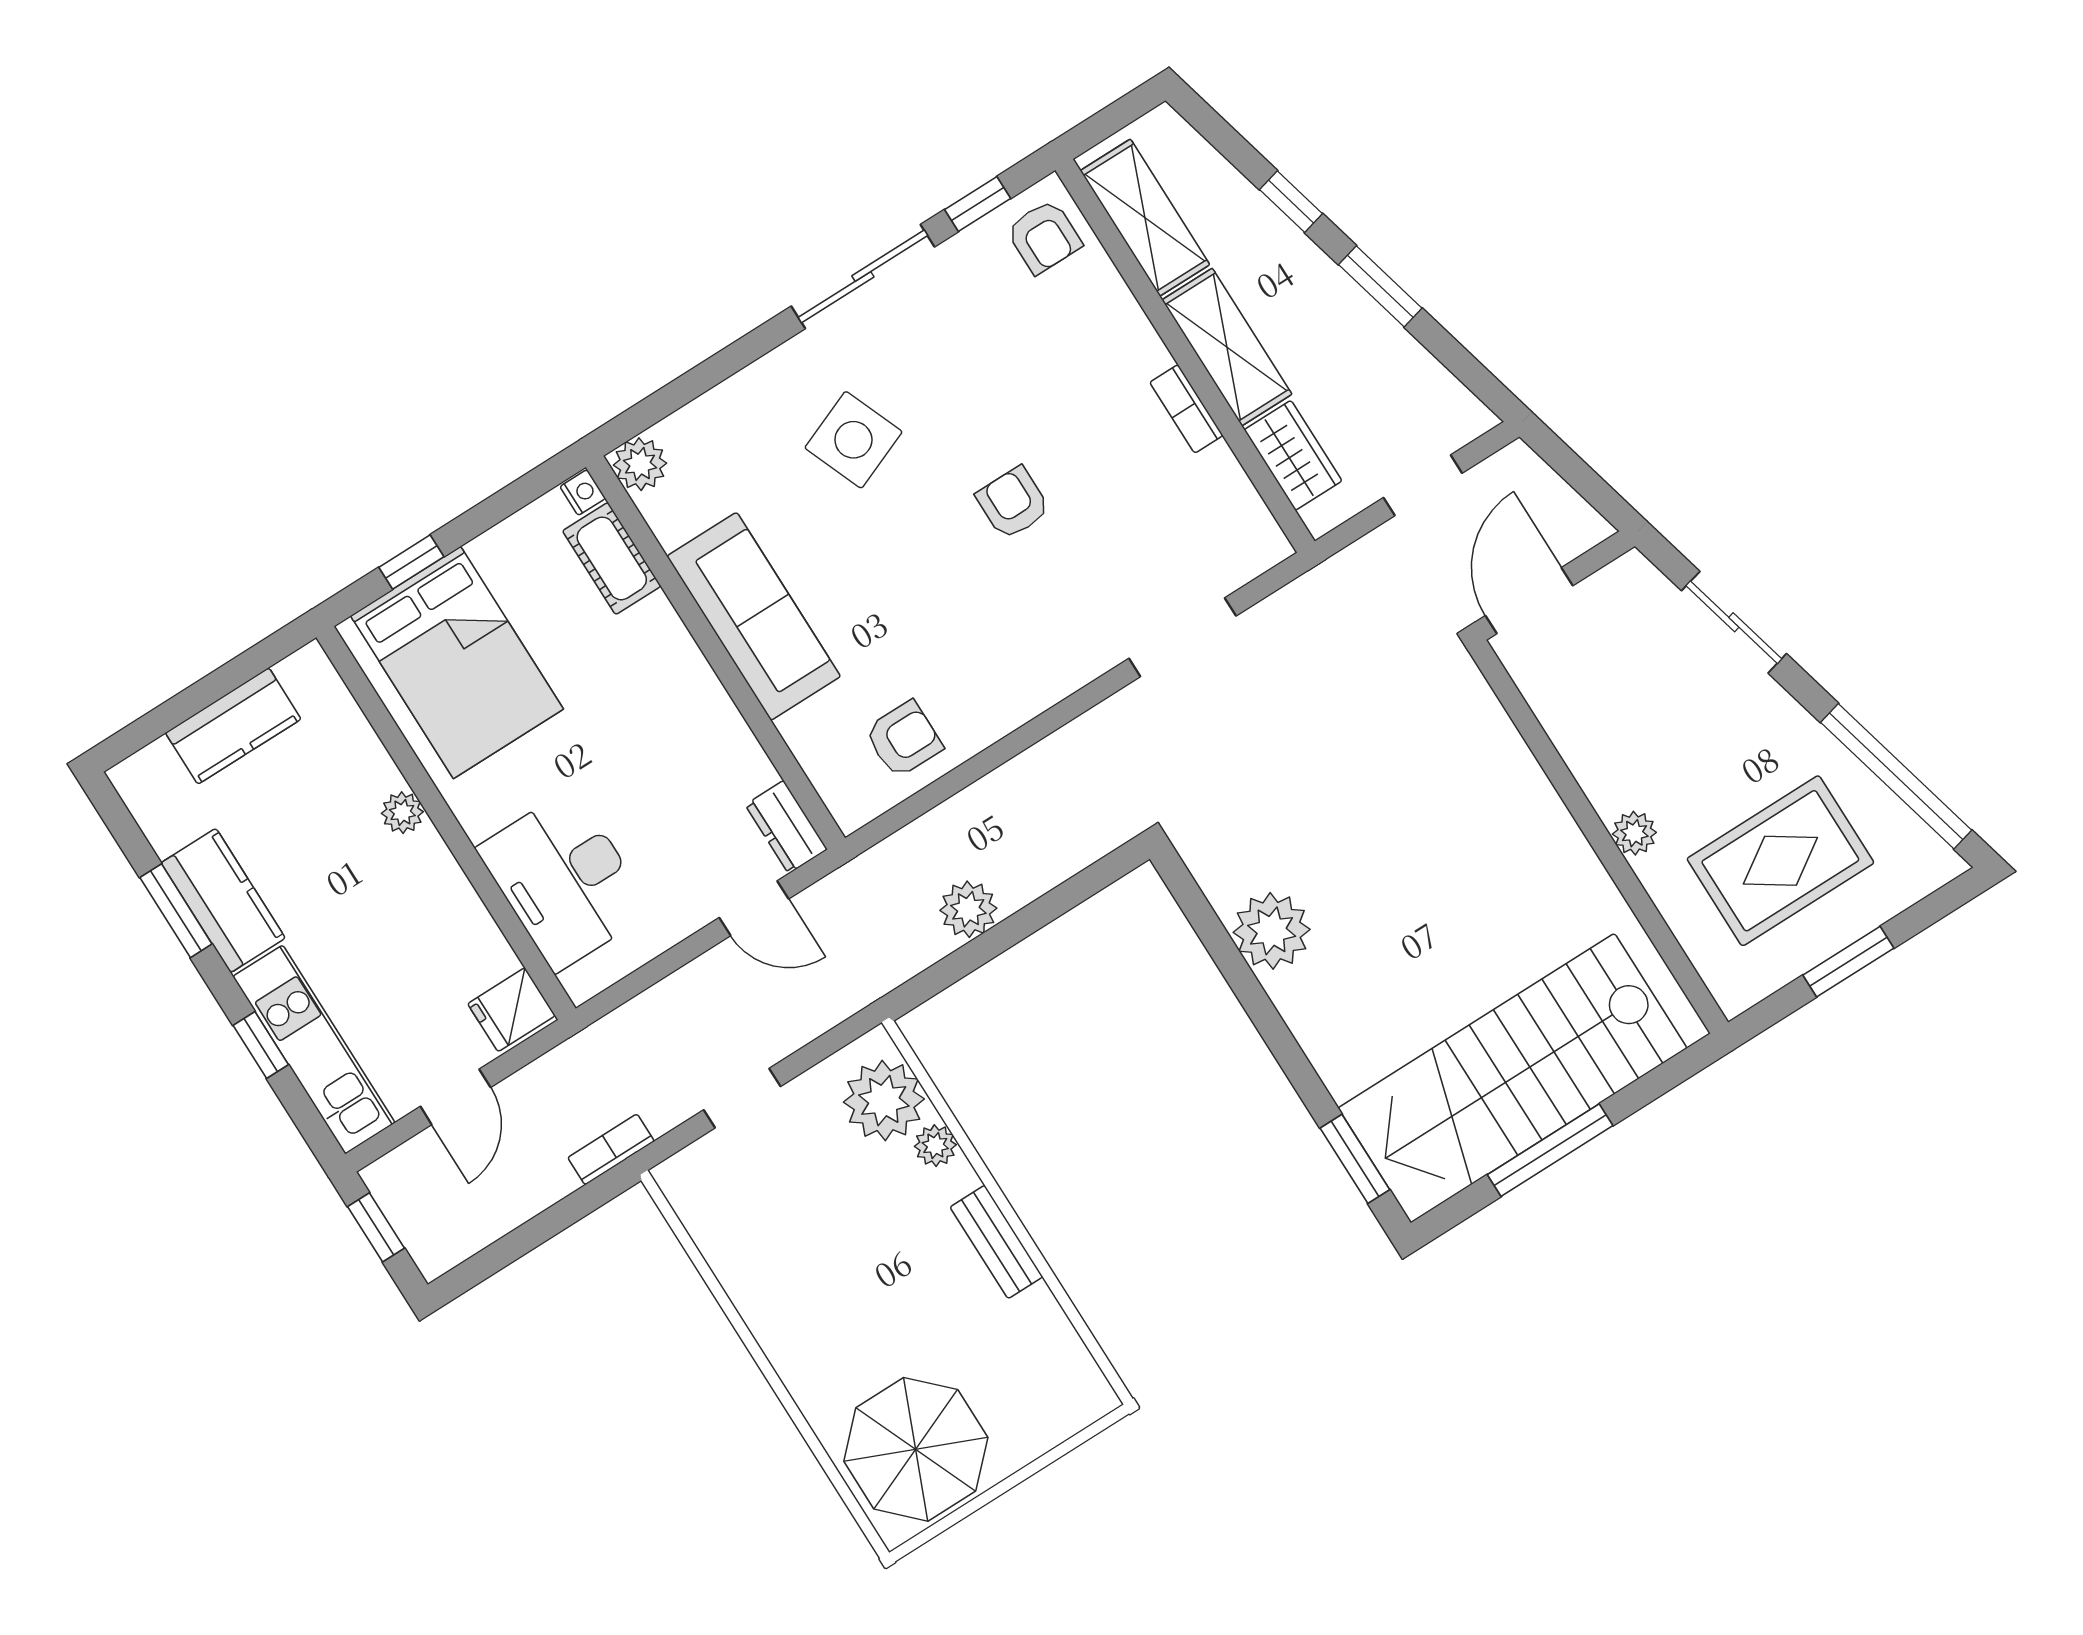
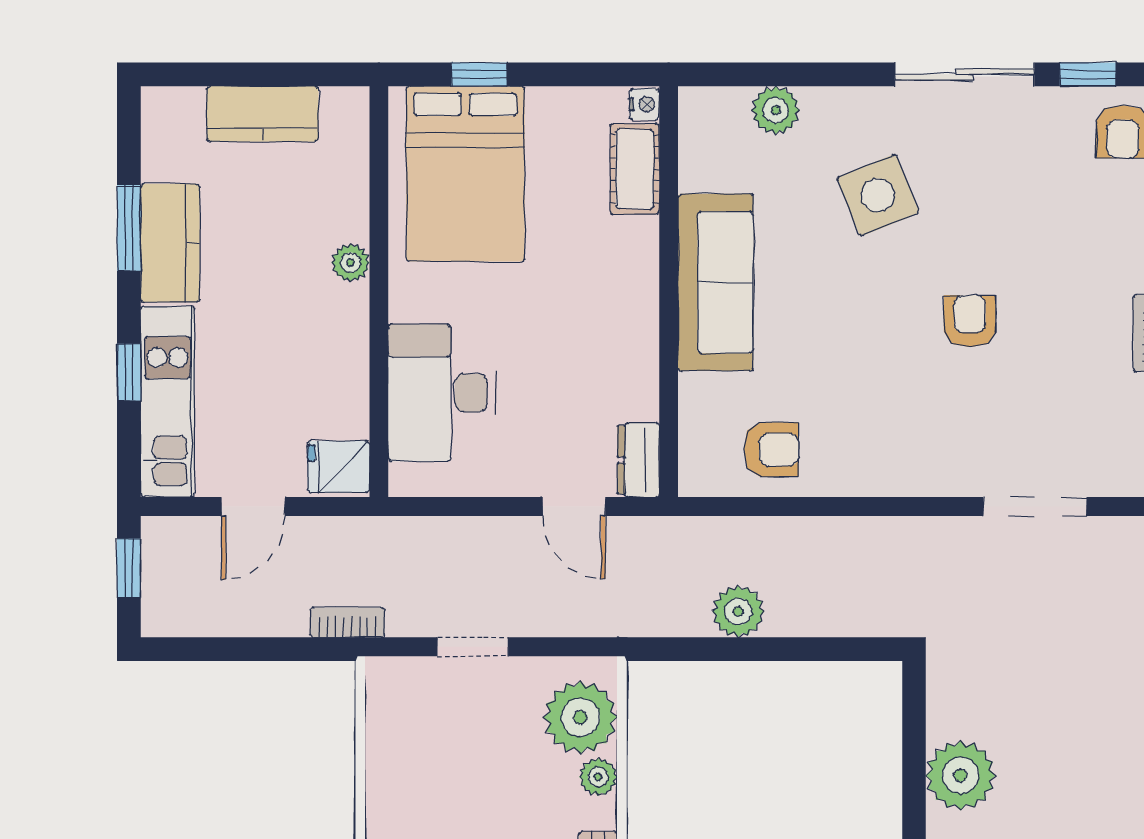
plant: (640, 464) -> (776, 110), moved

